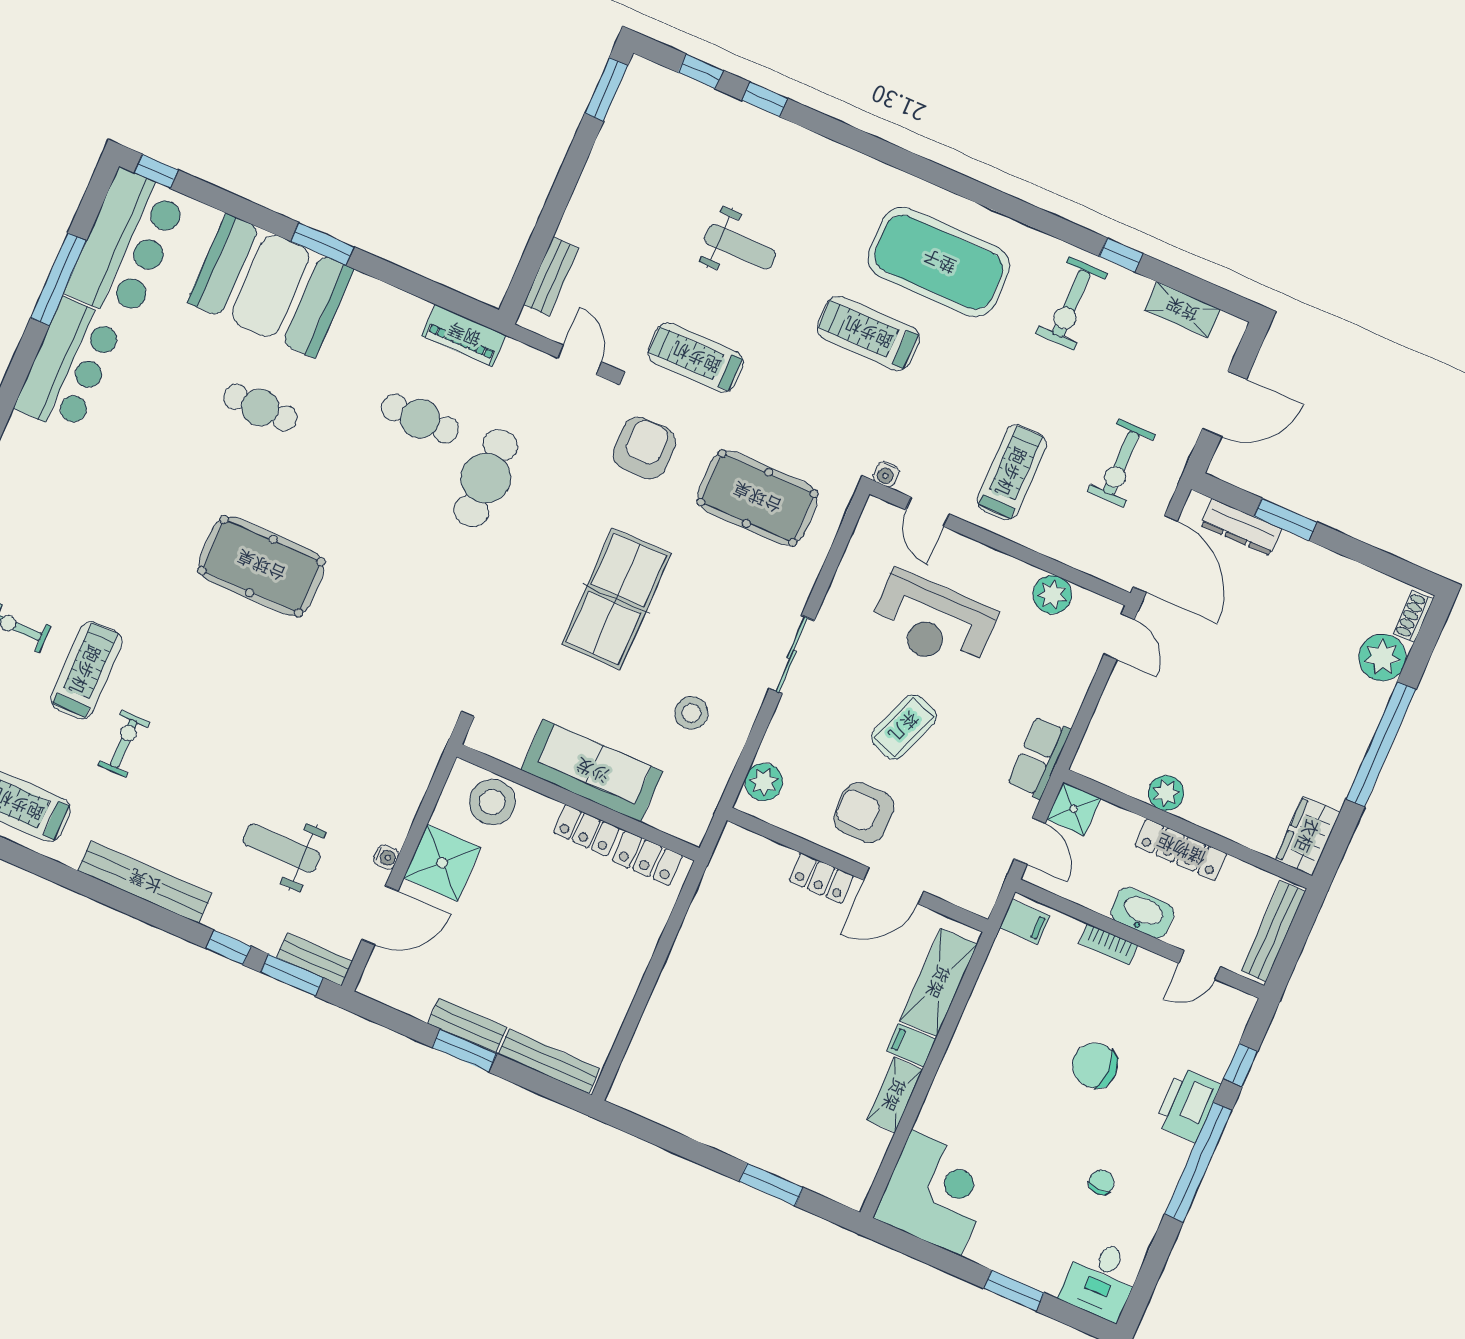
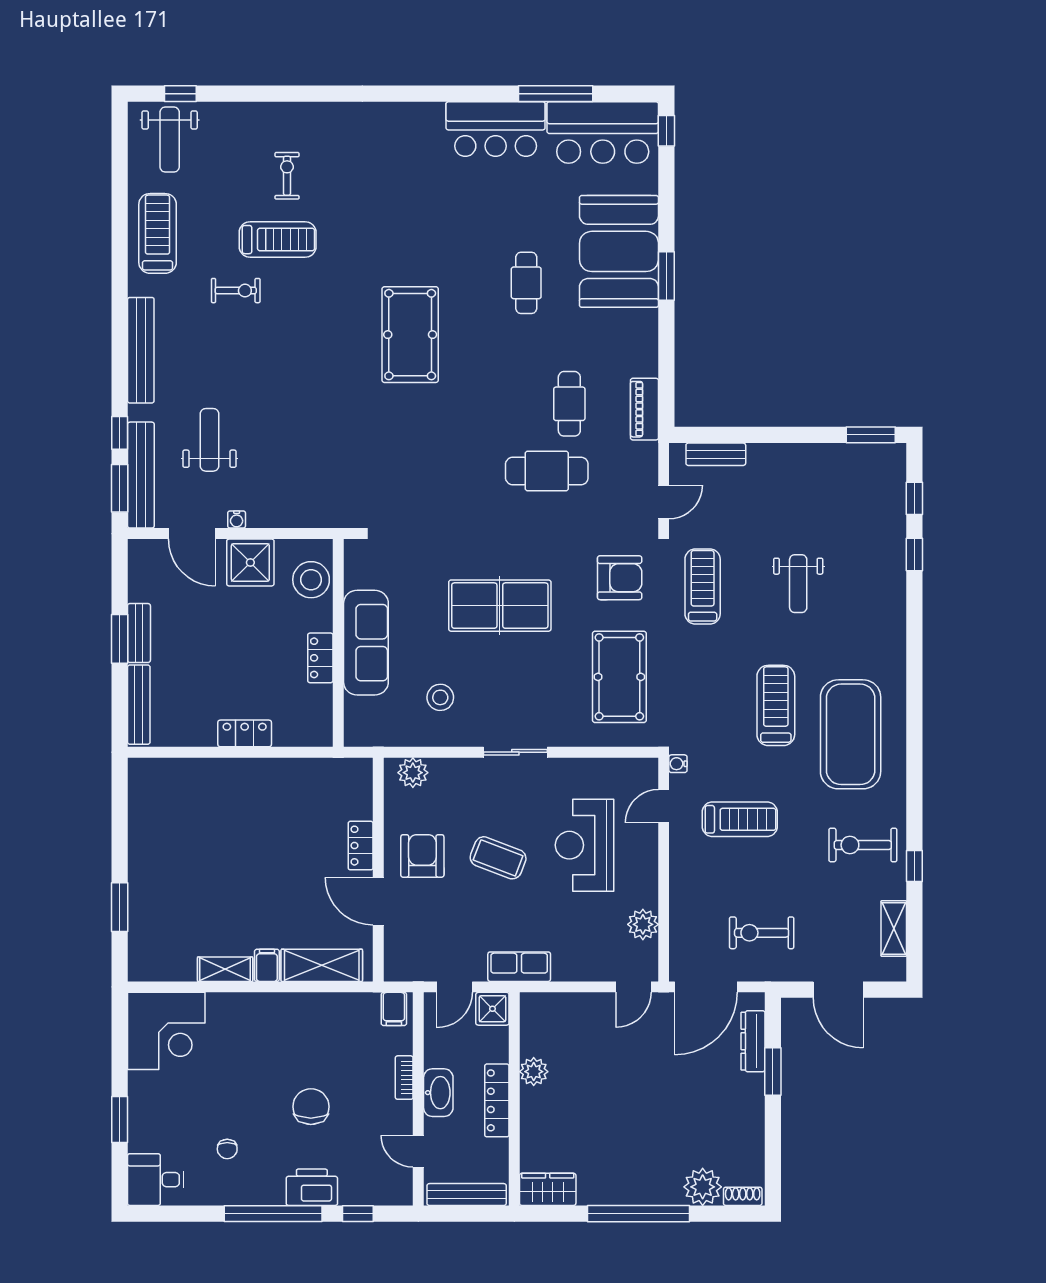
treadmill: (1012, 472) -> (740, 819), moved
locker: (647, 858) -> (245, 733), moved, turned 90
bench: (315, 959) -> (141, 475), width x1.86, depth x1.21
chair: (1101, 1182) -> (227, 1149), turned 88

